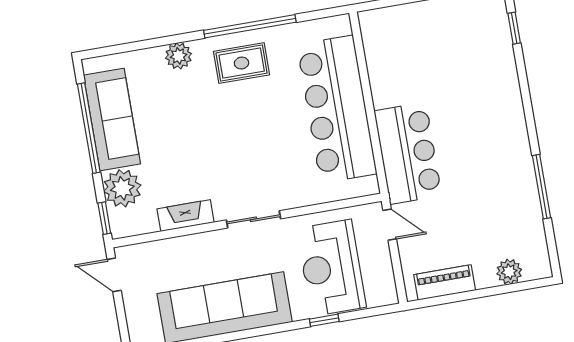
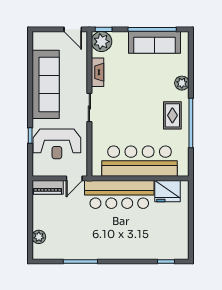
fridge: (383, 48) -> (168, 191), added
bar counter: (408, 153) -> (119, 194), width x1.36
plant: (122, 188) -> (101, 42), moved
reception desk: (331, 268) -> (57, 144), turned 180
door: (114, 275) -> (73, 29), swing flipped
piano: (445, 282) -> (48, 187), moved, turned 90

